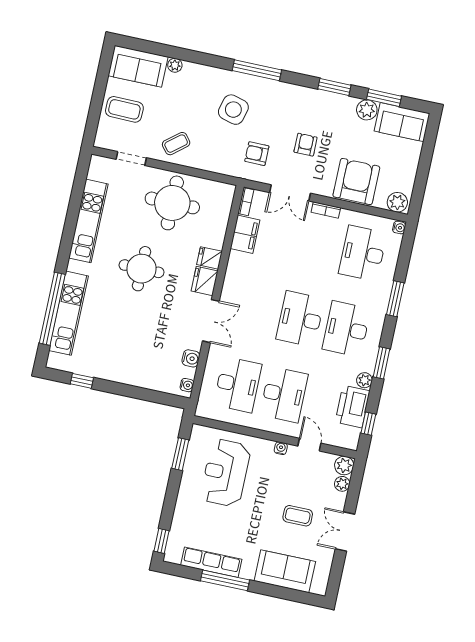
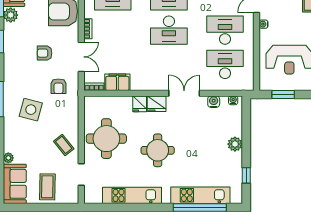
plant: (127, 375) -> (235, 144), added

